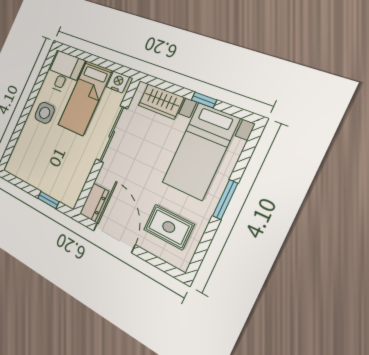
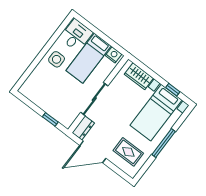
window: (204, 100) -> (173, 90), moved
sliding door: (112, 134) -> (94, 99), moved
window: (225, 200) -> (164, 143), width x1.44
door: (114, 238) -> (93, 152), swing flipped

